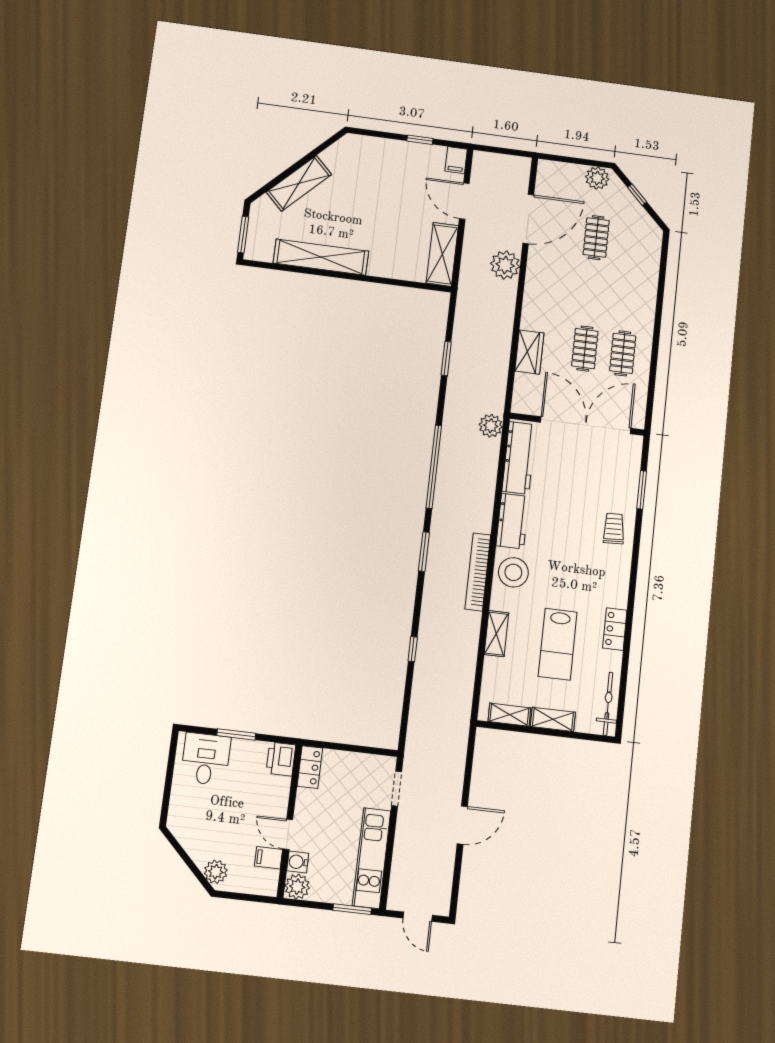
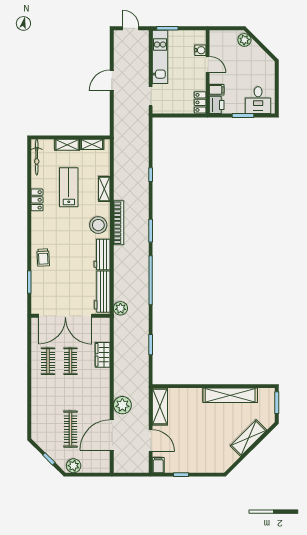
clothes rail: (596, 238) -> (71, 429), width x1.36
filing cabinet: (269, 858) -> (217, 90), moved
plant: (297, 887) -> (199, 37), removed

